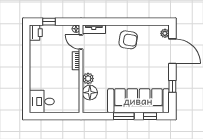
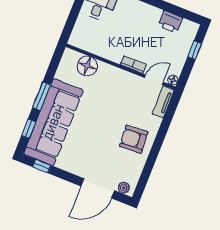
printer: (36, 33) -> (170, 22), moved
armchair: (128, 40) -> (134, 139), turned 77
plant: (88, 79) -> (105, 71), removed
window: (172, 86) -> (42, 166), moved

